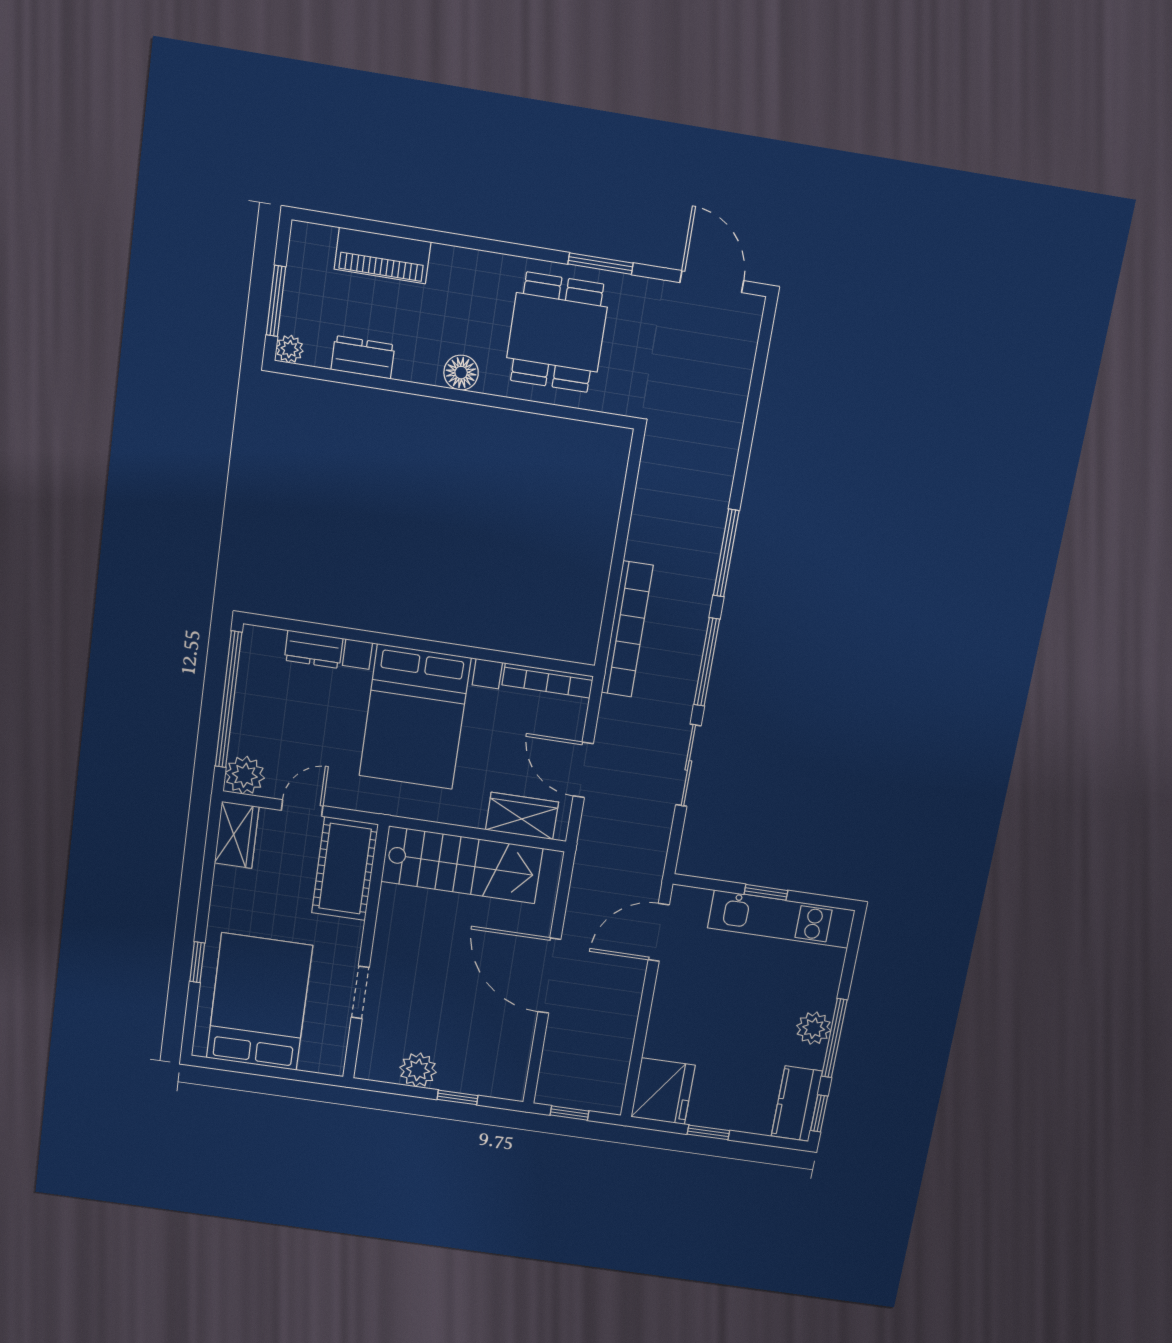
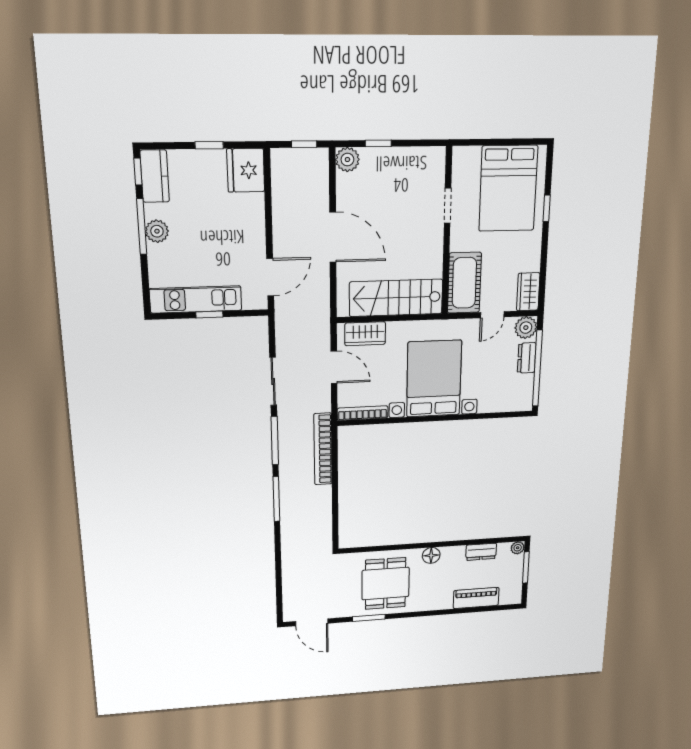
dresser: (314, 649) -> (527, 358), moved, turned -90
plant: (418, 1070) -> (347, 160), moved

